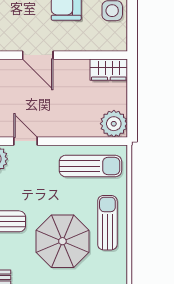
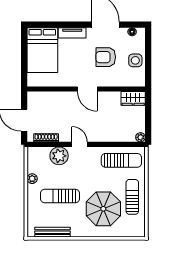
plant: (114, 124) -> (140, 137), width x0.53, depth x0.53

